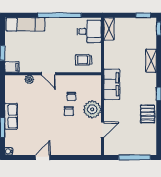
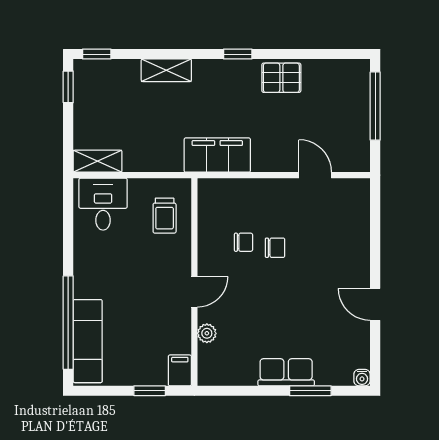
window: (59, 15) -> (68, 323), moved
plant: (92, 109) -> (271, 197), removed

